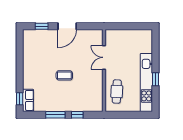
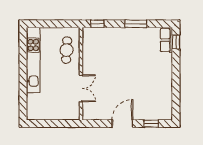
coffee table: (64, 75) -> (126, 68), removed
window: (156, 79) -> (23, 64), removed
window: (77, 115) -> (97, 24), moved

